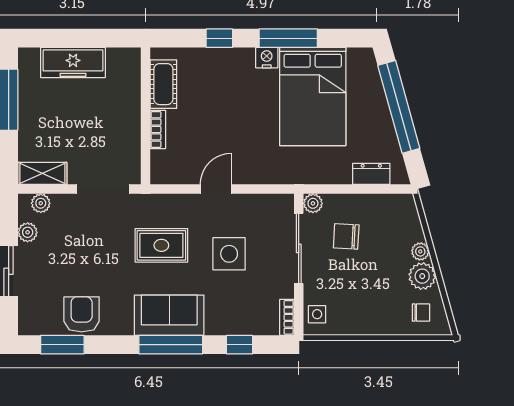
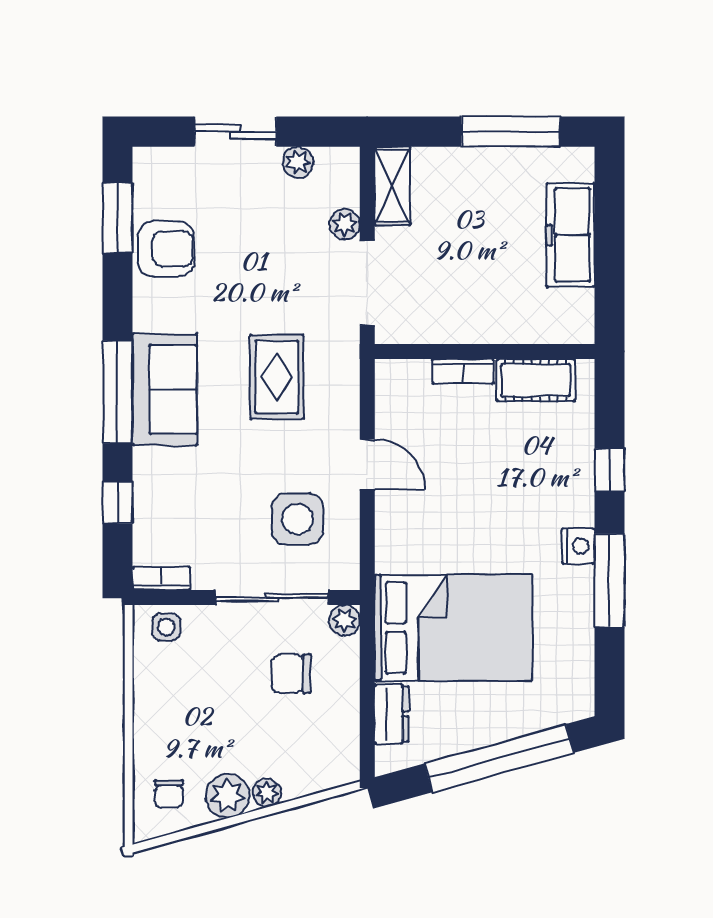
bed: (313, 97) -> (453, 628), moved, turned 180
plant: (41, 203) -> (345, 224), moved
chair: (346, 236) -> (291, 674), turned -93
side table: (229, 254) -> (297, 519), moved

